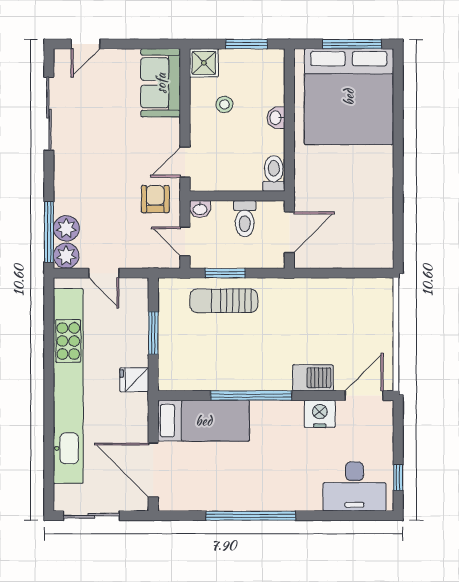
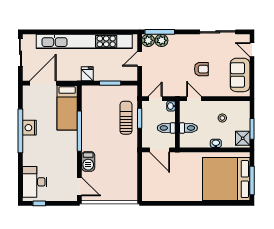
shower: (204, 63) -> (243, 138), moved
sofa: (161, 83) -> (240, 75), moved, turned -90
toilet: (274, 173) -> (188, 128), moved
armchair: (155, 199) -> (201, 69), moved
nightstand: (320, 414) -> (29, 128), moved, turned 180

